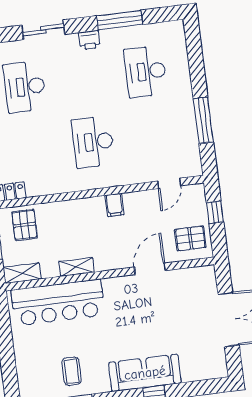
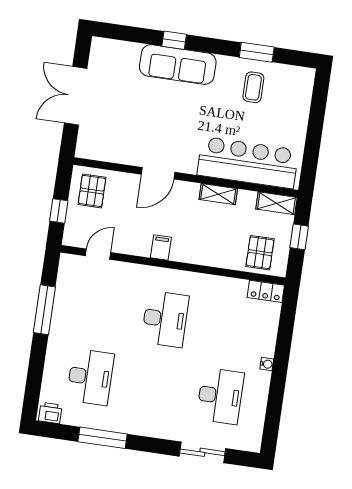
sliding door: (43, 30) -> (202, 452), moved
printer: (89, 40) -> (50, 413), moved
pallet: (190, 238) -> (92, 191), turned 90
door: (150, 269) -> (158, 173), moved

